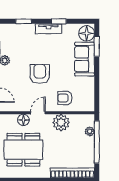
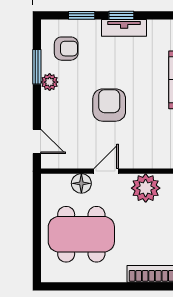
window: (59, 21) -> (121, 15), moved
armchair: (65, 98) -> (66, 49), moved, turned 180

